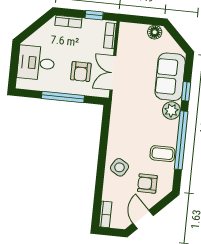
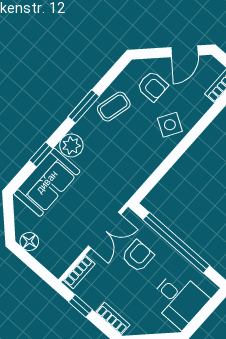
window: (63, 97) -> (176, 243), width x1.46
window: (181, 140) -> (84, 106), width x0.47
coffee table: (162, 154) -> (114, 107), turned -76

